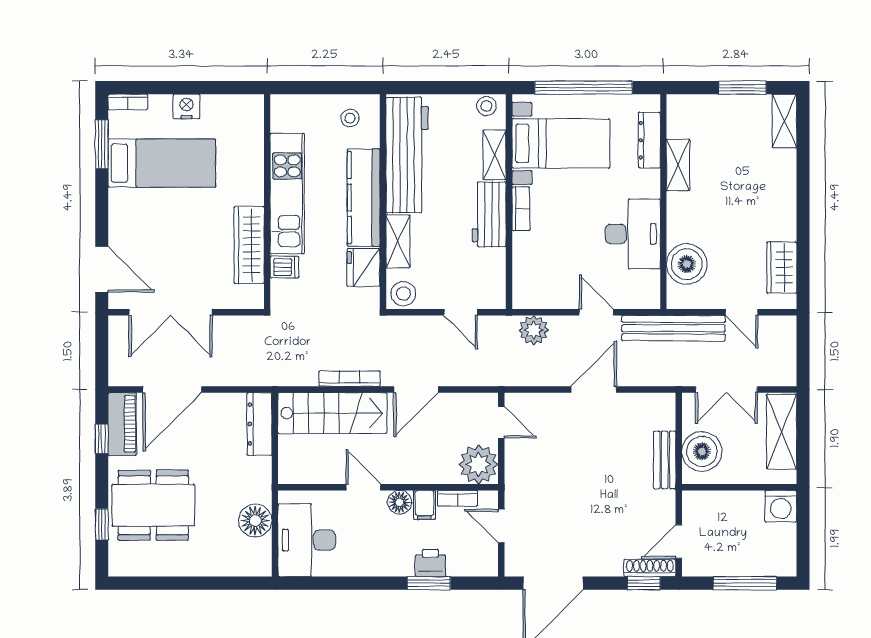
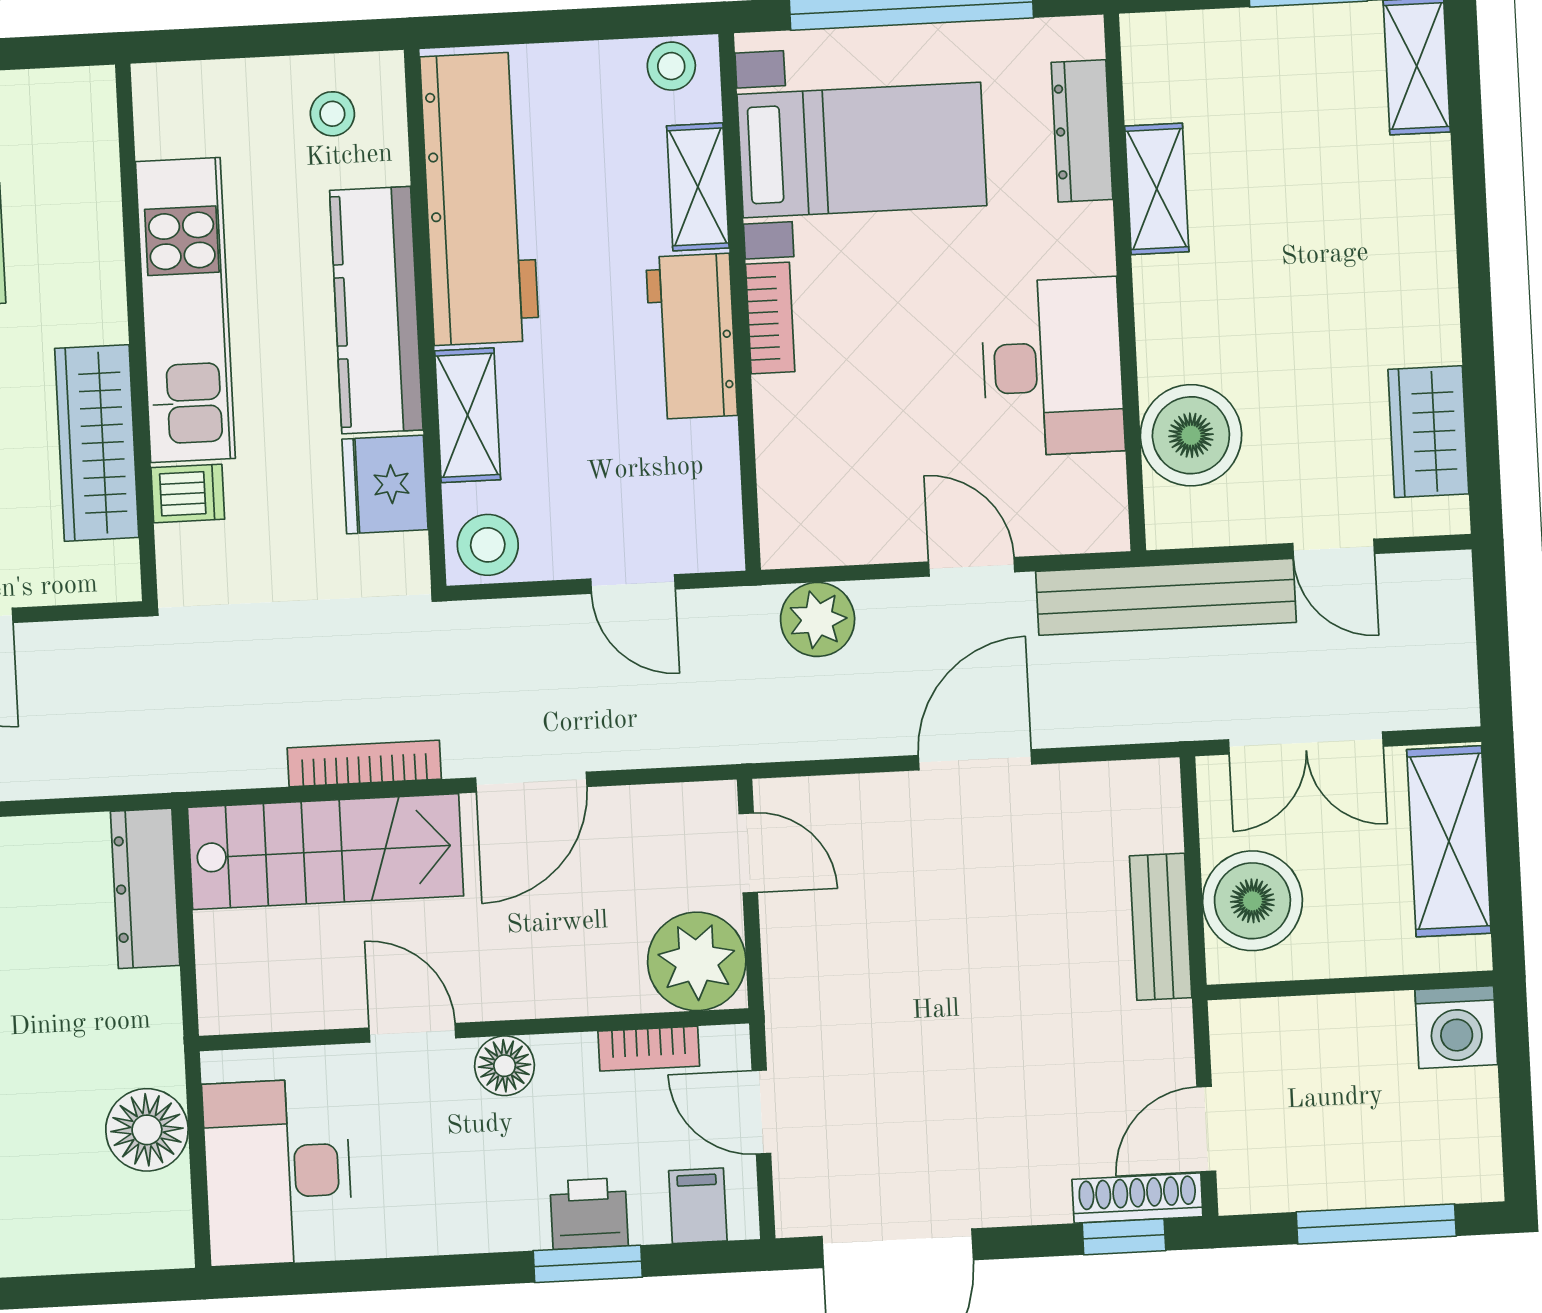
filing cabinet: (425, 505) -> (698, 1206), moved, turned 180

